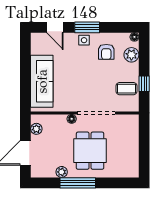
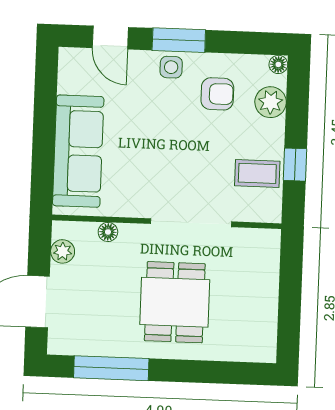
armchair: (106, 52) -> (217, 94), turned -90
floor lamp: (72, 119) -> (108, 232), moved
plant: (62, 172) -> (113, 345), removed
window: (78, 183) -> (111, 368), moved

